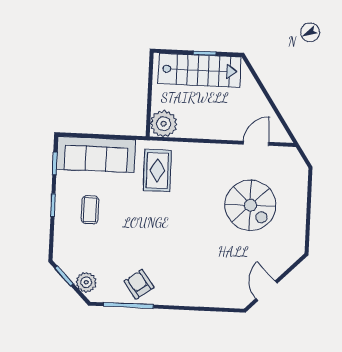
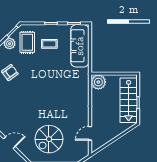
door: (256, 143) -> (90, 133), swing flipped
rug: (157, 171) -> (27, 42), moved, turned 90
spiral stairs: (250, 205) -> (49, 139), moved

